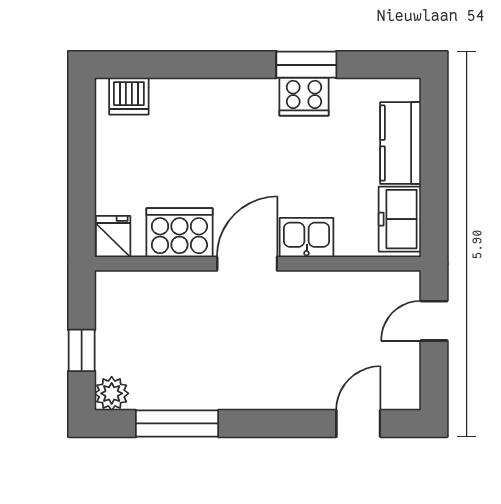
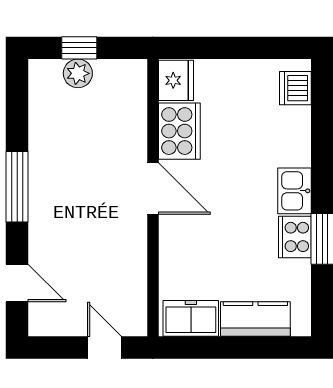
fridge: (113, 237) -> (176, 80), width x1.38
kitchen sink: (307, 238) -> (294, 191), moved, turned 180
plant: (112, 393) -> (78, 73), moved
window: (177, 423) -> (17, 187), moved

